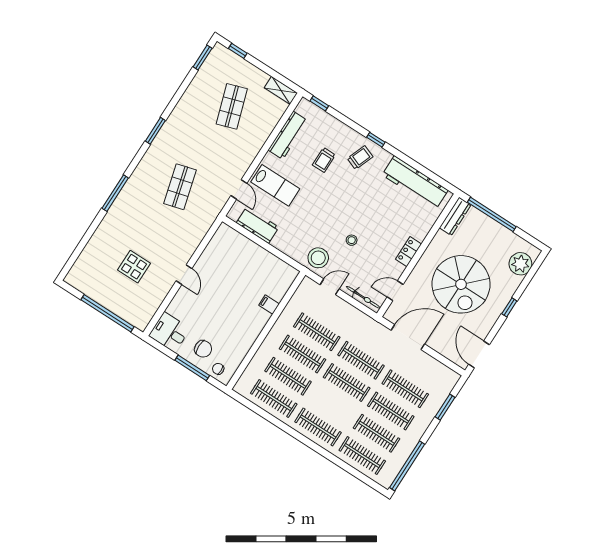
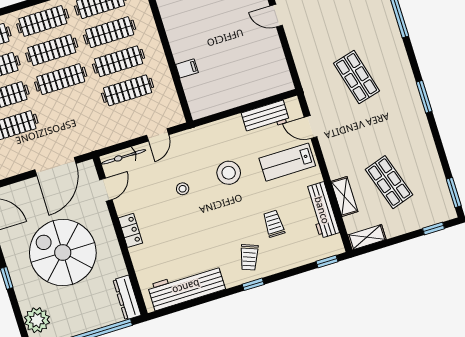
shelving: (266, 128) -> (344, 197), added
stool: (318, 258) -> (229, 173), moved
clothes rail: (361, 360) -> (52, 50), moved

